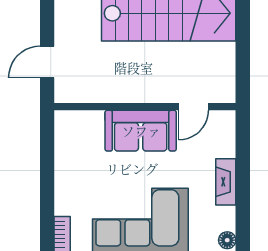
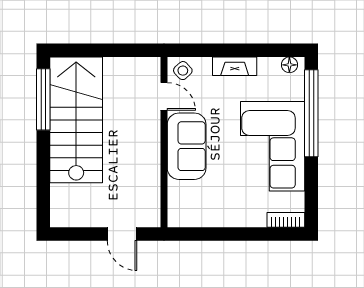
side table: (221, 127) -> (183, 71), added

